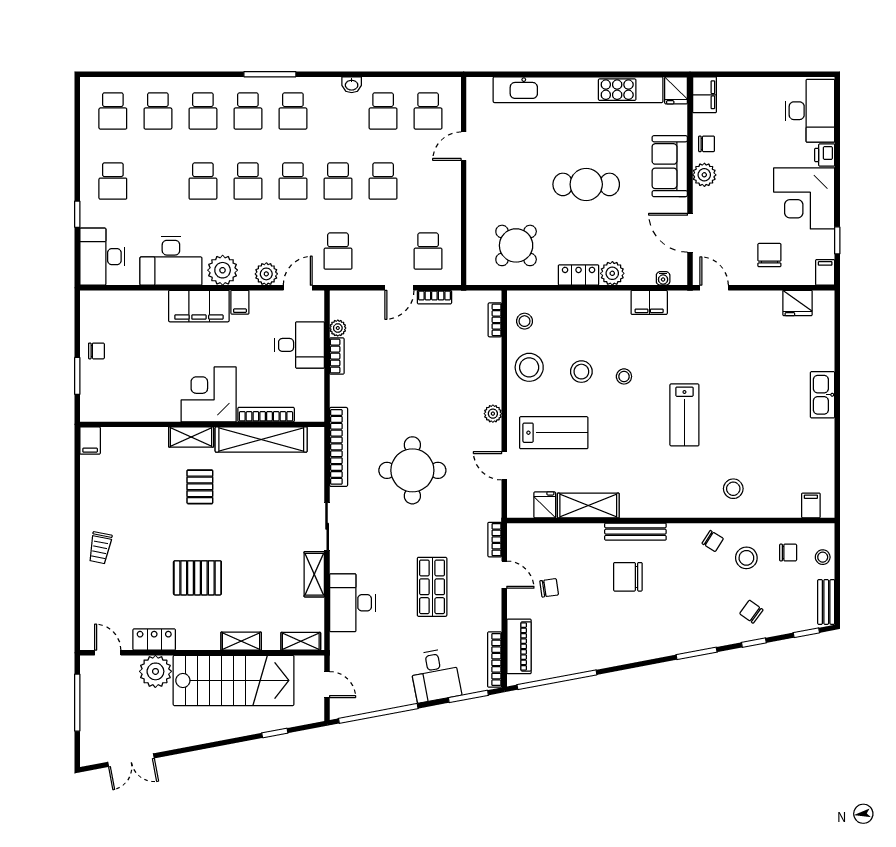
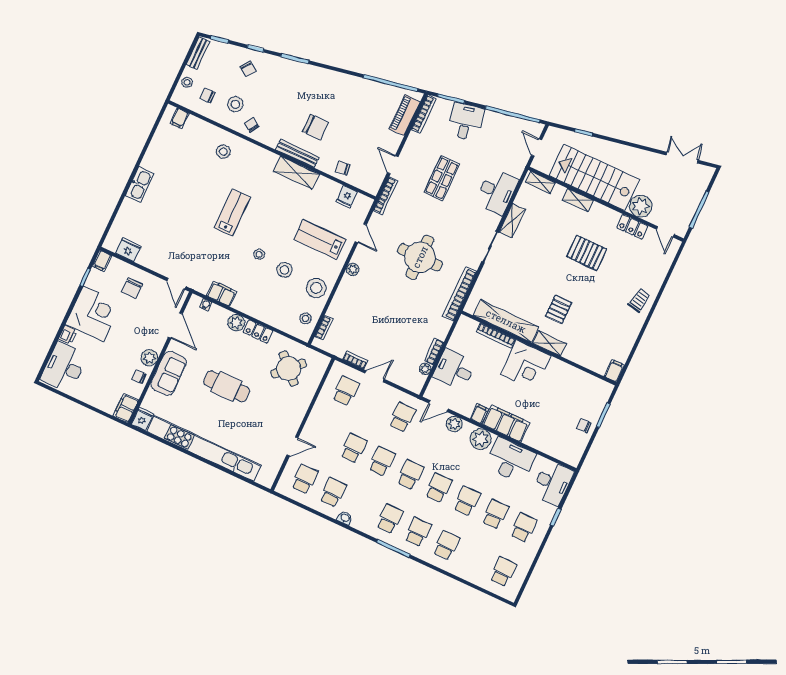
school desk: (158, 111) -> (495, 514), moved
shelving: (588, 506) -> (296, 173), moved
bookcase: (495, 540) -> (386, 196), width x1.56
chair: (549, 588) -> (343, 168), moved

